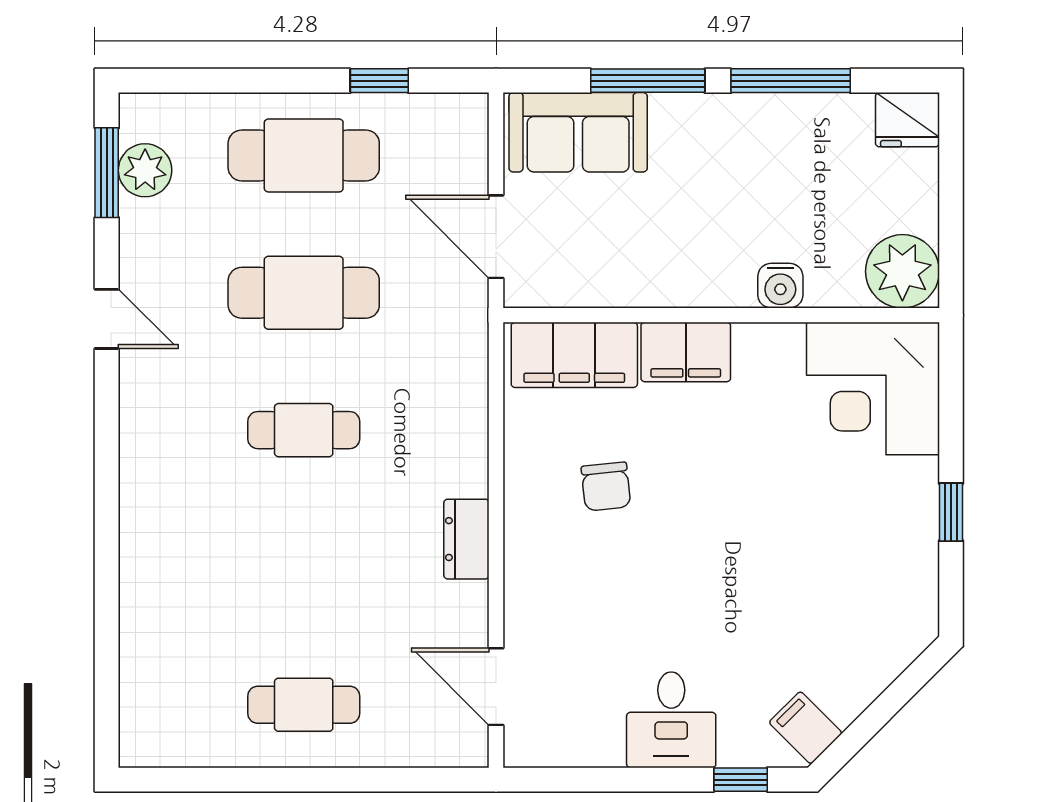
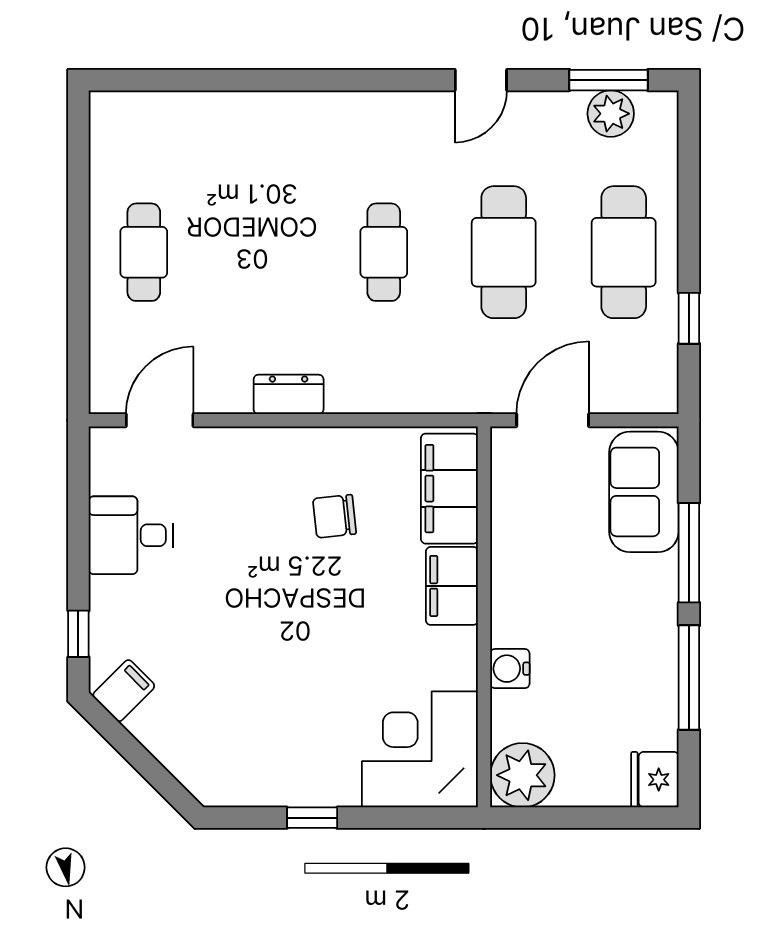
desk: (671, 720) -> (131, 535), moved

